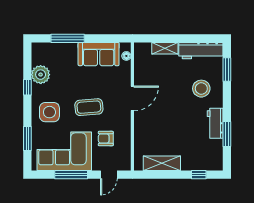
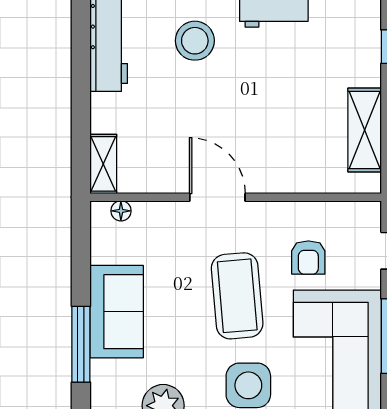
shelving: (165, 48) -> (103, 164), moved
sofa: (99, 54) -> (117, 312), moved
coffee table: (89, 107) -> (237, 296), width x1.36, depth x1.32

